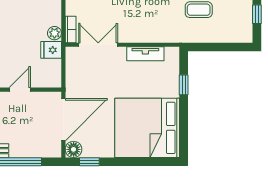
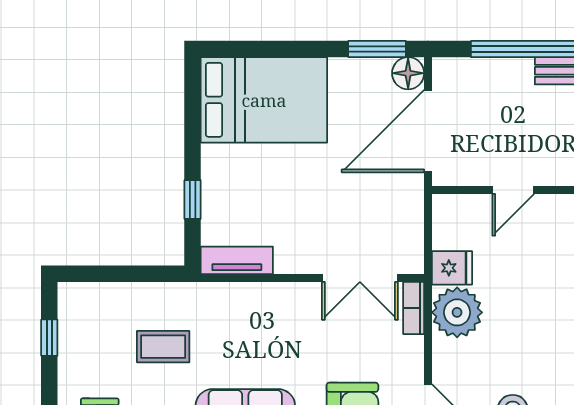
plant: (54, 33) -> (457, 312), width x1.88, depth x1.88
tv unit: (145, 54) -> (237, 260), moved
bed: (147, 128) -> (264, 100), width x0.73
window: (89, 162) -> (377, 49), width x1.50

